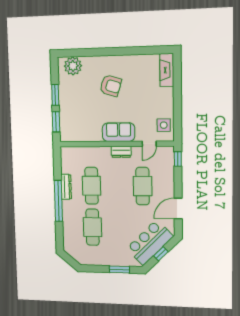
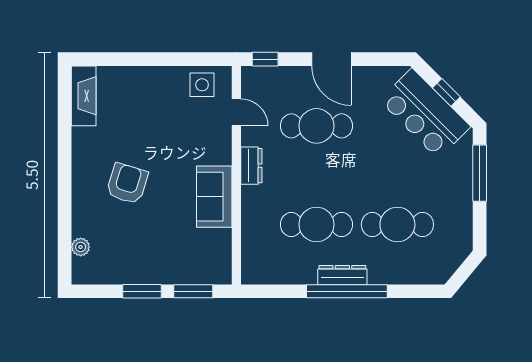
plant: (73, 66) -> (81, 247), width x0.53, depth x0.53
fireplace: (167, 70) -> (84, 96), moved, turned -90
sofa: (119, 132) -> (214, 197), moved
dresser: (66, 187) -> (342, 275), moved
door: (178, 209) -> (331, 59), moved
window: (119, 269) -> (480, 173), width x1.44

